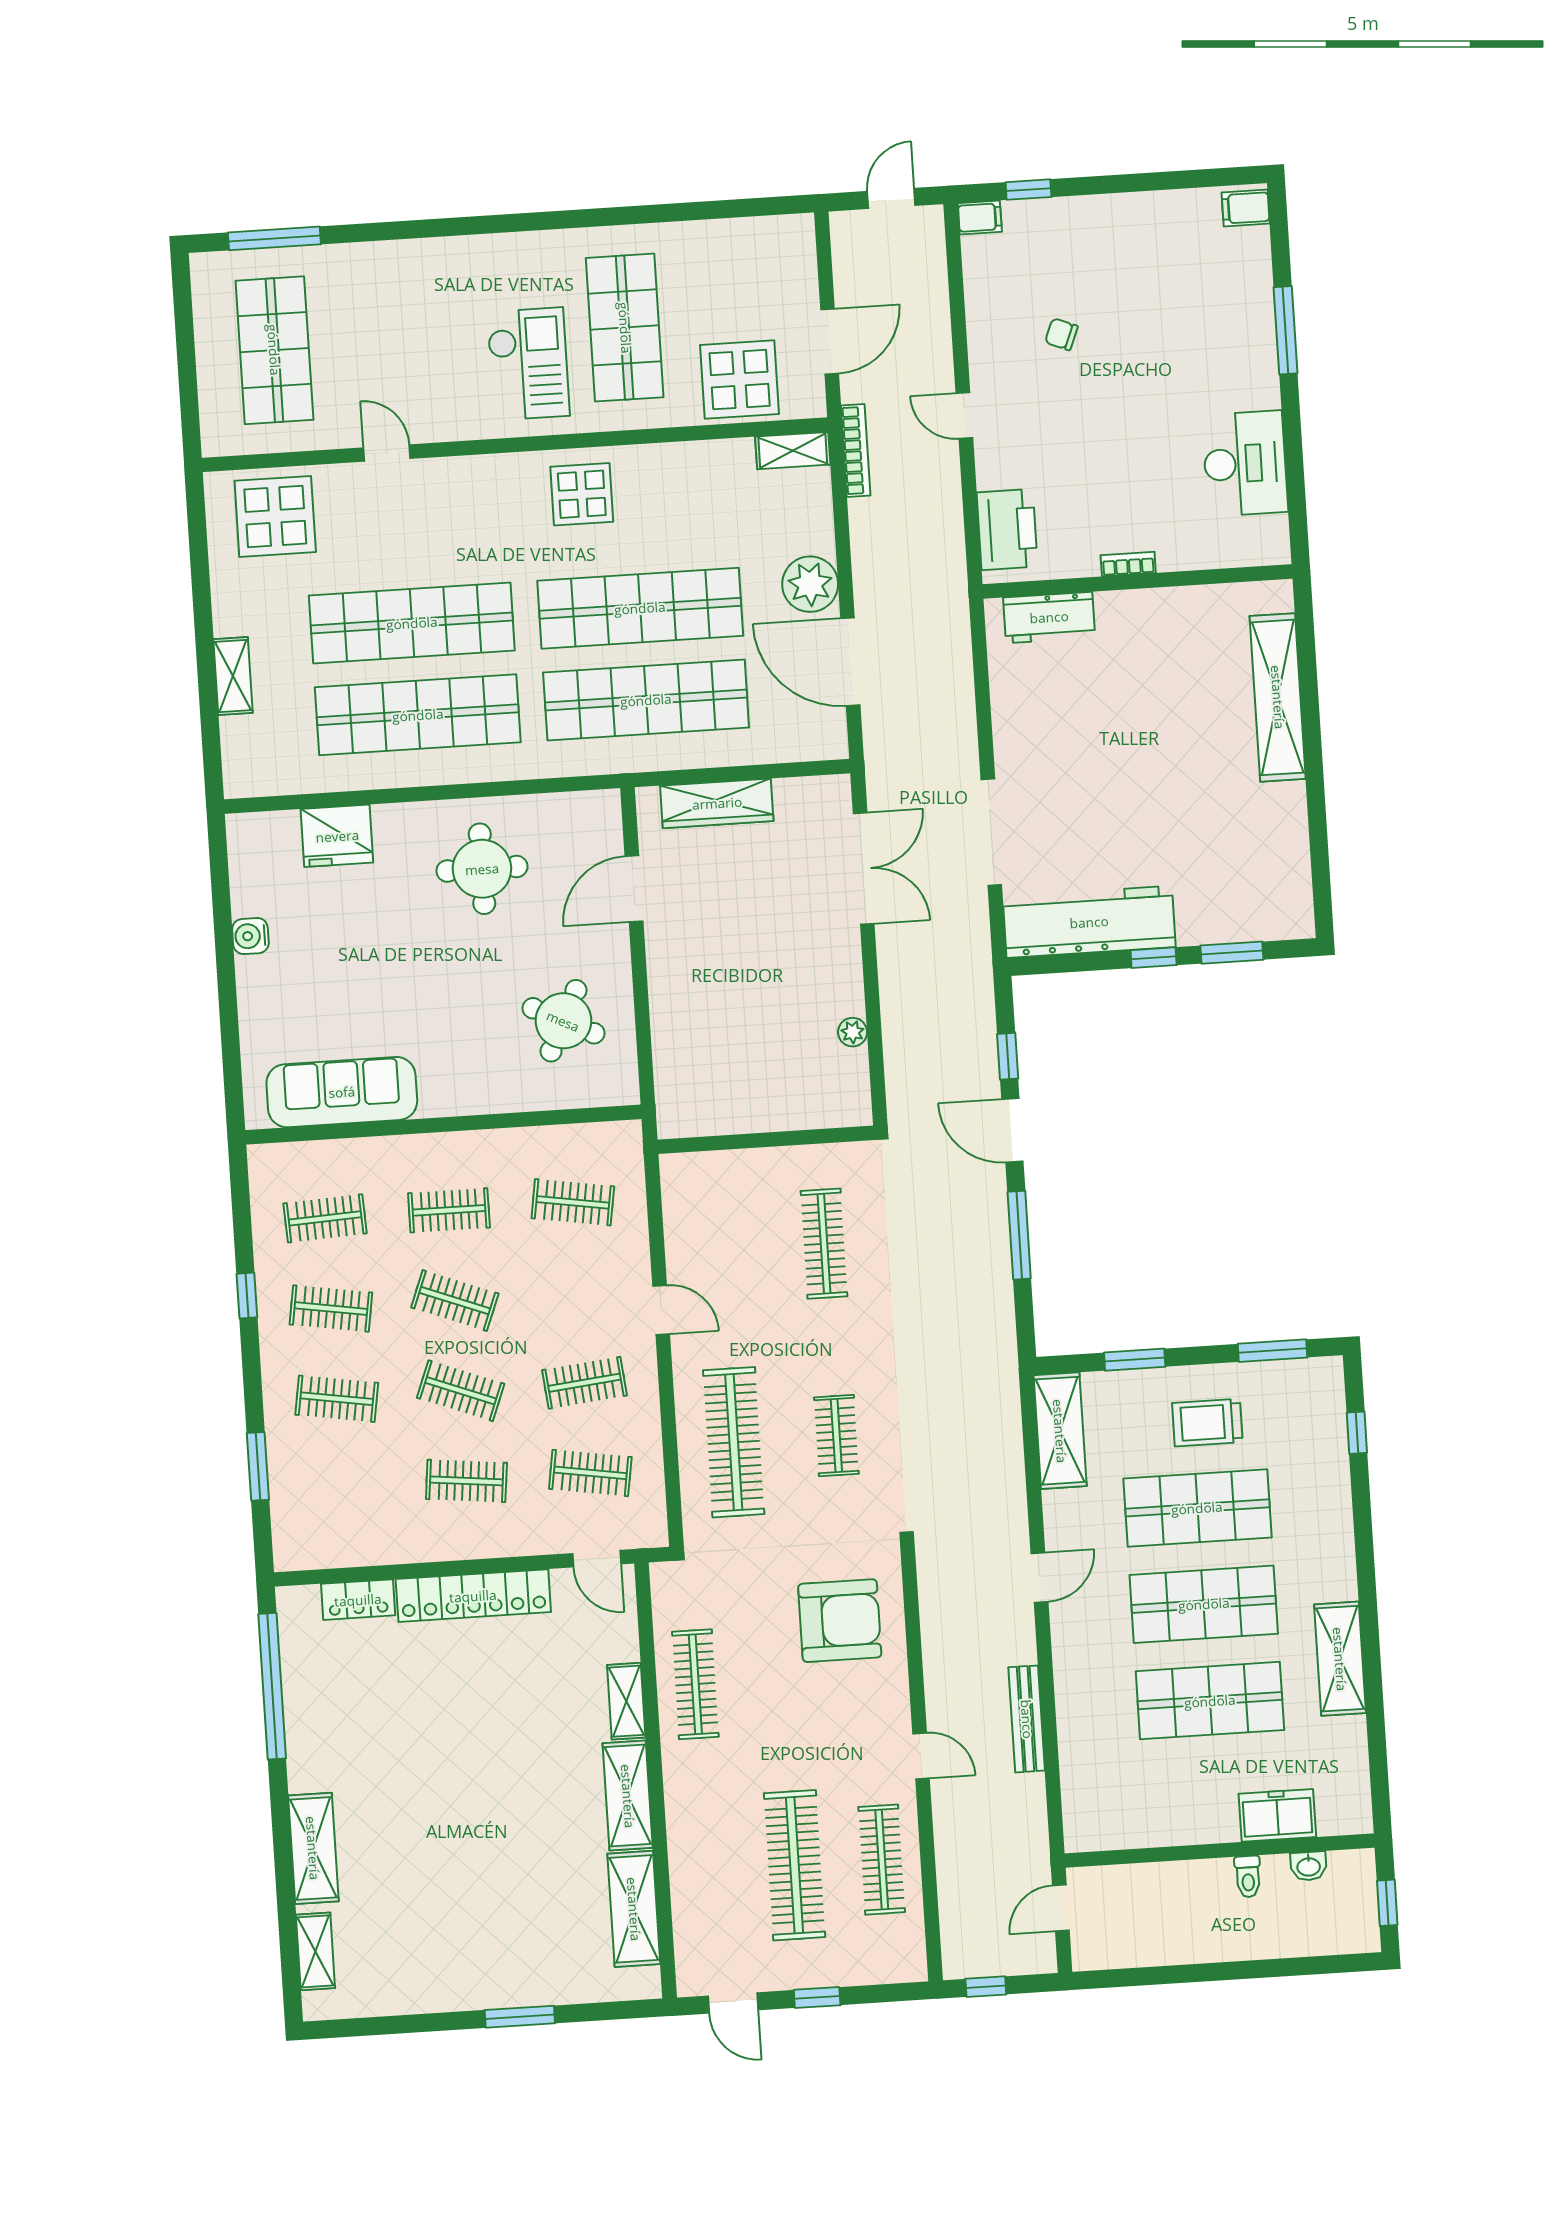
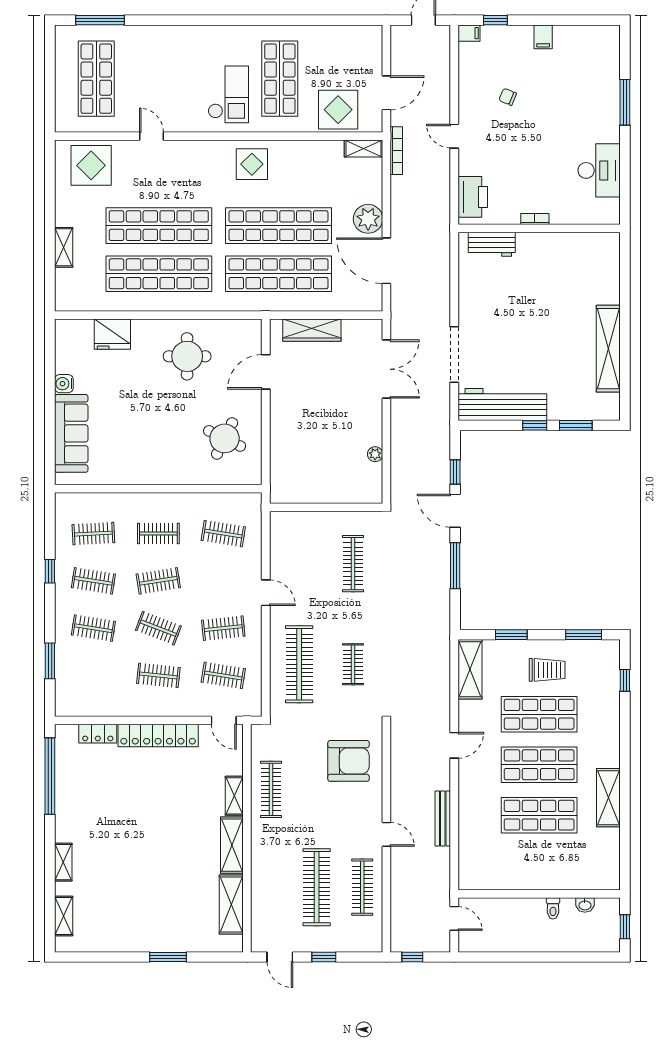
filing cabinet: (1246, 208) -> (543, 37), moved, turned -90
shelving: (1278, 697) -> (608, 349), moved
sofa: (342, 1092) -> (71, 433), moved, turned 90
clothes rail: (455, 1301) -> (158, 581), turned -30
trolley: (1207, 1423) -> (547, 670), turned 180
freezer: (1277, 1815) -> (570, 877), removed
shelving: (313, 1848) -> (63, 862), width x0.67, depth x0.75
door: (1061, 1908) -> (454, 918), swing flipped

